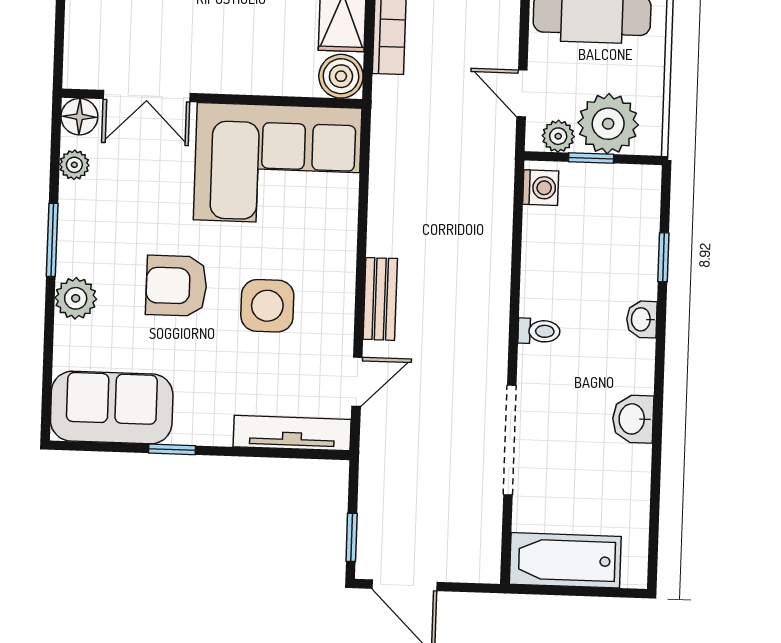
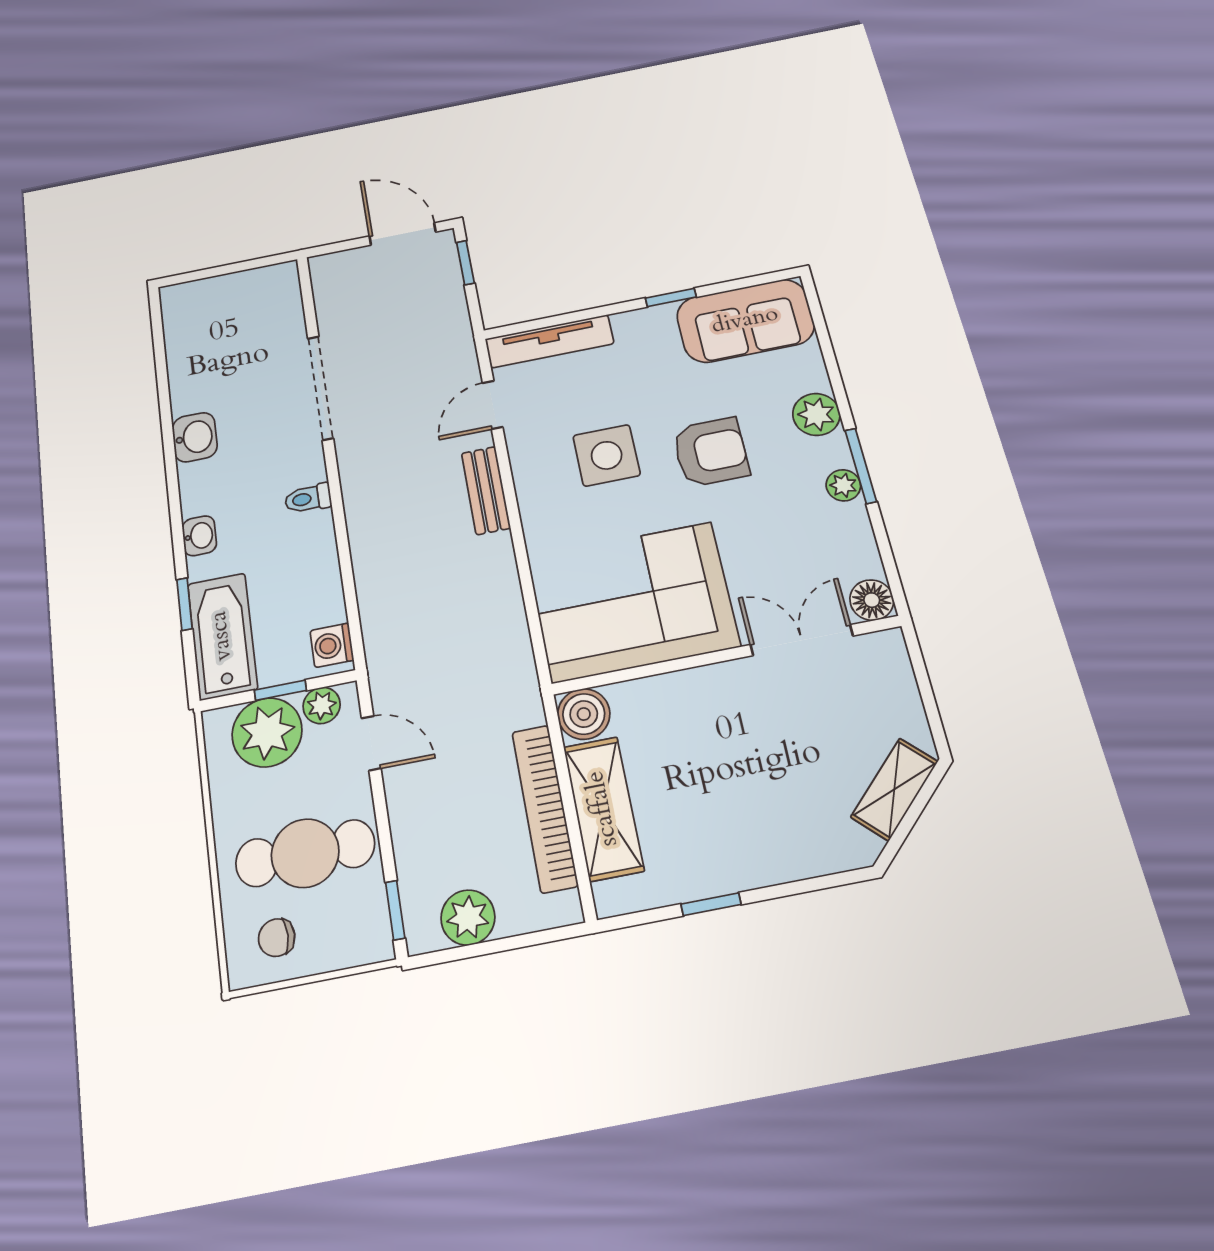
plant: (74, 165) -> (843, 485), moved
bathtub: (565, 560) -> (222, 636), moved, turned -90

